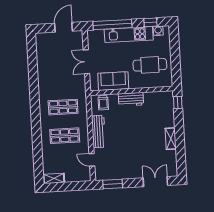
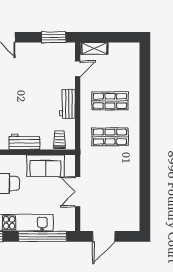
double door: (86, 62) -> (78, 192), swing flipped
workbench: (98, 132) -> (67, 104), width x0.73
door: (92, 160) -> (78, 69), hinge flipped
shelving: (54, 178) -> (94, 48), moved

